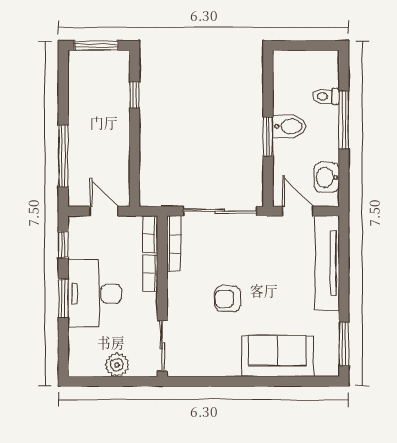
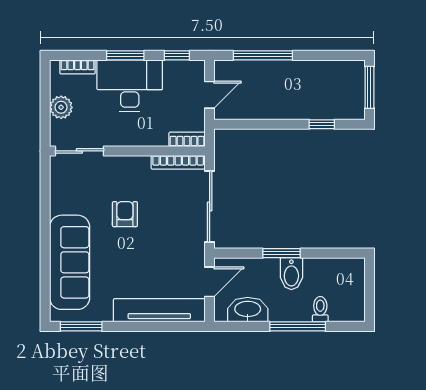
washbasin: (327, 177) -> (248, 310), width x1.38
bookcase: (150, 273) -> (78, 67), moved, turned 180
sofa: (277, 356) -> (70, 262), width x1.36

